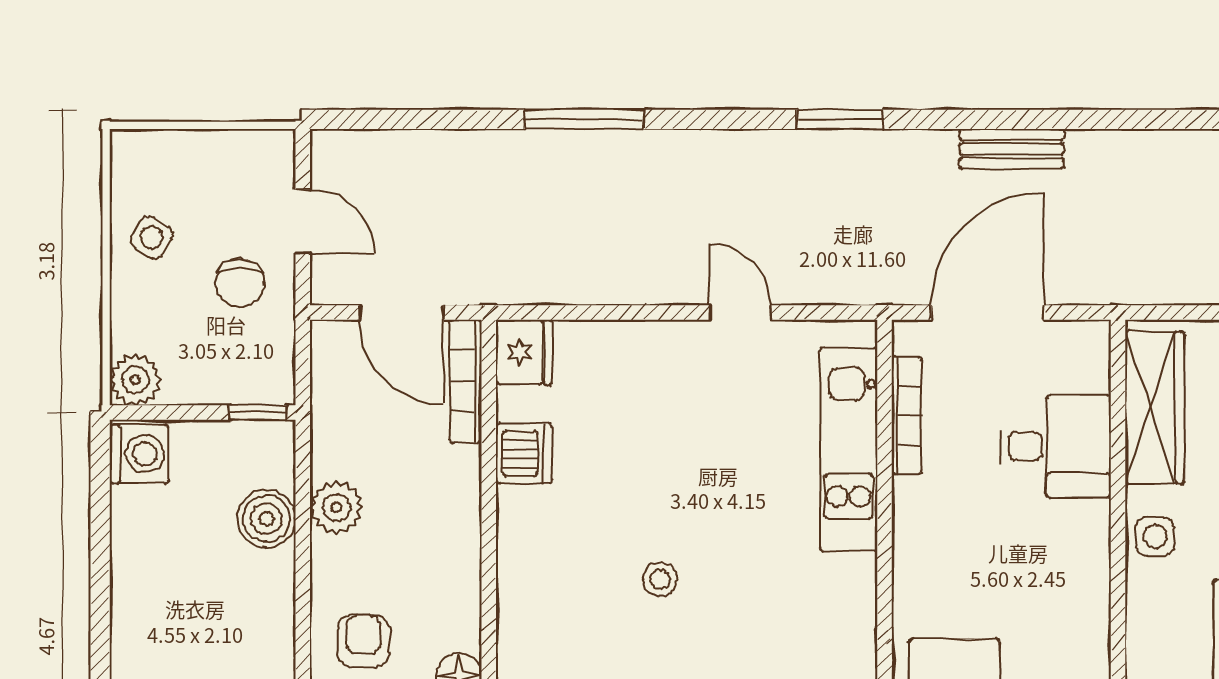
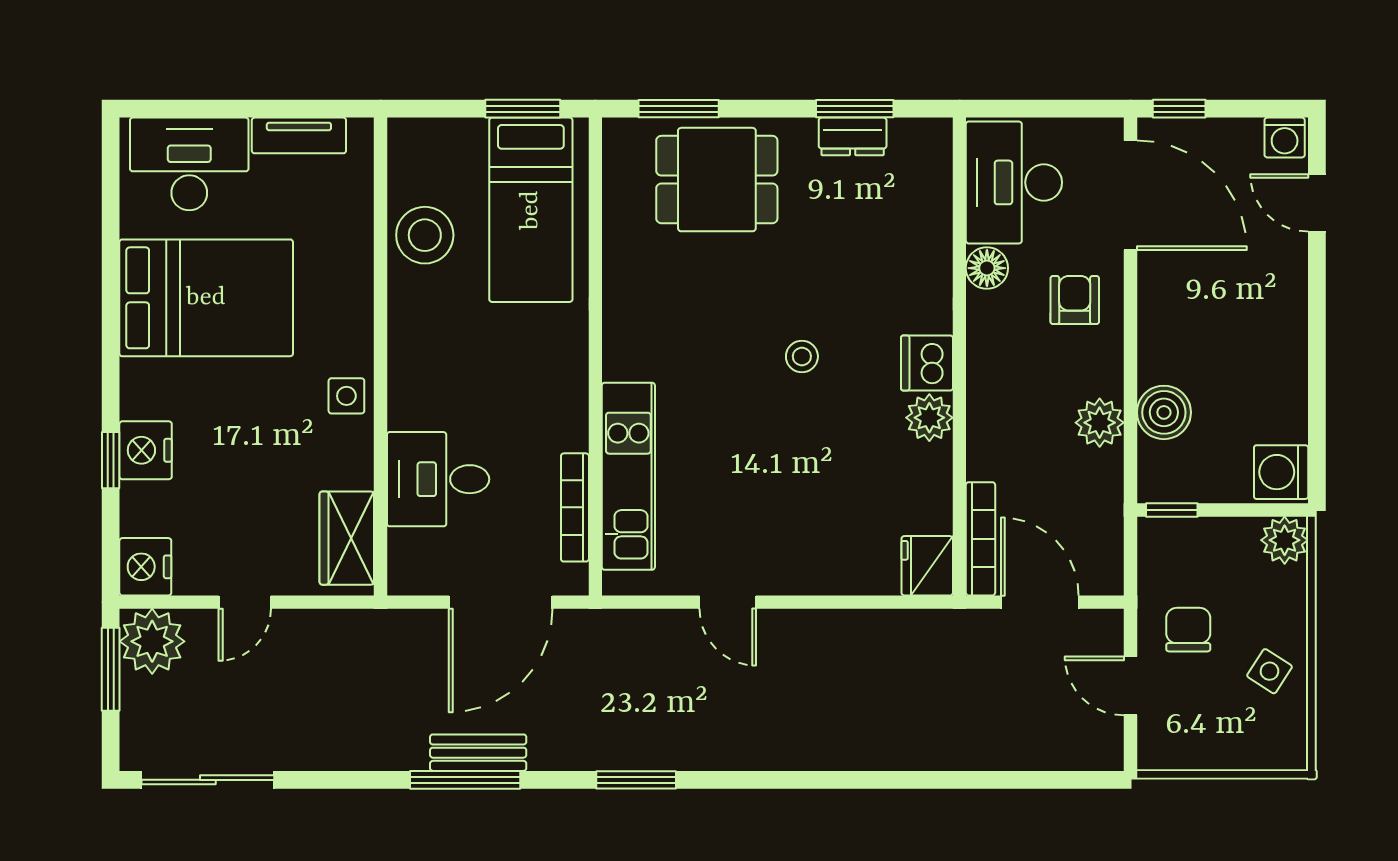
window: (584, 119) -> (465, 780), moved
wardrobe: (1155, 407) -> (347, 538), width x0.67
dishwasher: (524, 454) -> (927, 363), moved
plant: (521, 513) -> (929, 418), added
armchair: (363, 641) -> (1075, 300), turned 180

